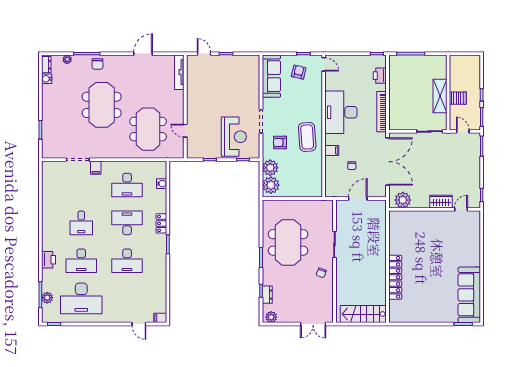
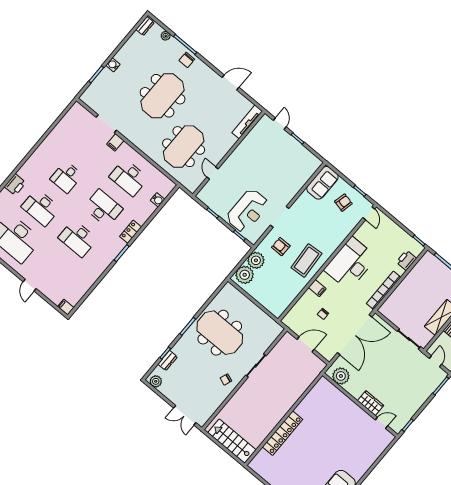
sofa: (271, 76) -> (322, 183), width x0.73
water cooler: (47, 79) -> (113, 65), moved
meeting table: (288, 242) -> (220, 333), turned 90
door: (139, 324) -> (30, 285), moved

